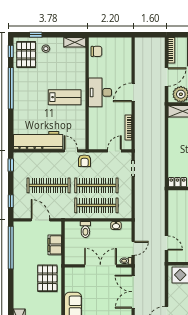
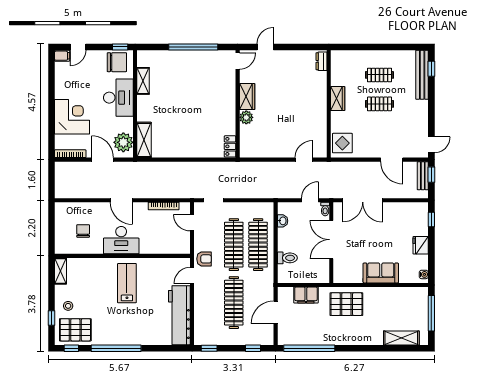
chair: (96, 51) -> (83, 231), moved
door: (133, 248) -> (310, 200), hinge flipped

